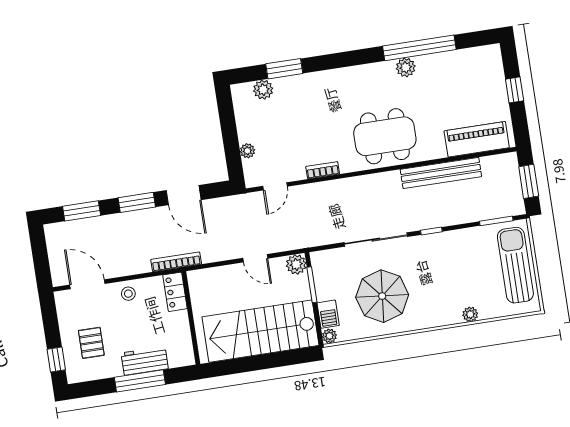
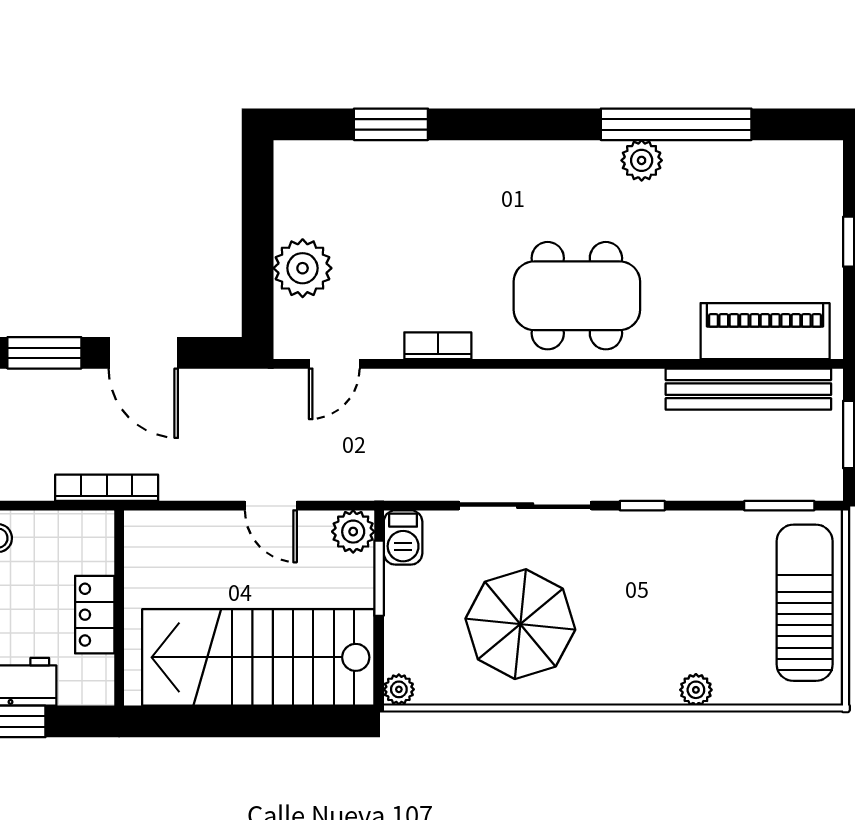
plant: (263, 90) -> (341, 161), removed
plant: (247, 151) -> (303, 268), width x1.88, depth x1.88
bench: (441, 173) -> (748, 389), moved
locker: (175, 292) -> (95, 615), moved
barbecue: (328, 314) -> (403, 537), moved

